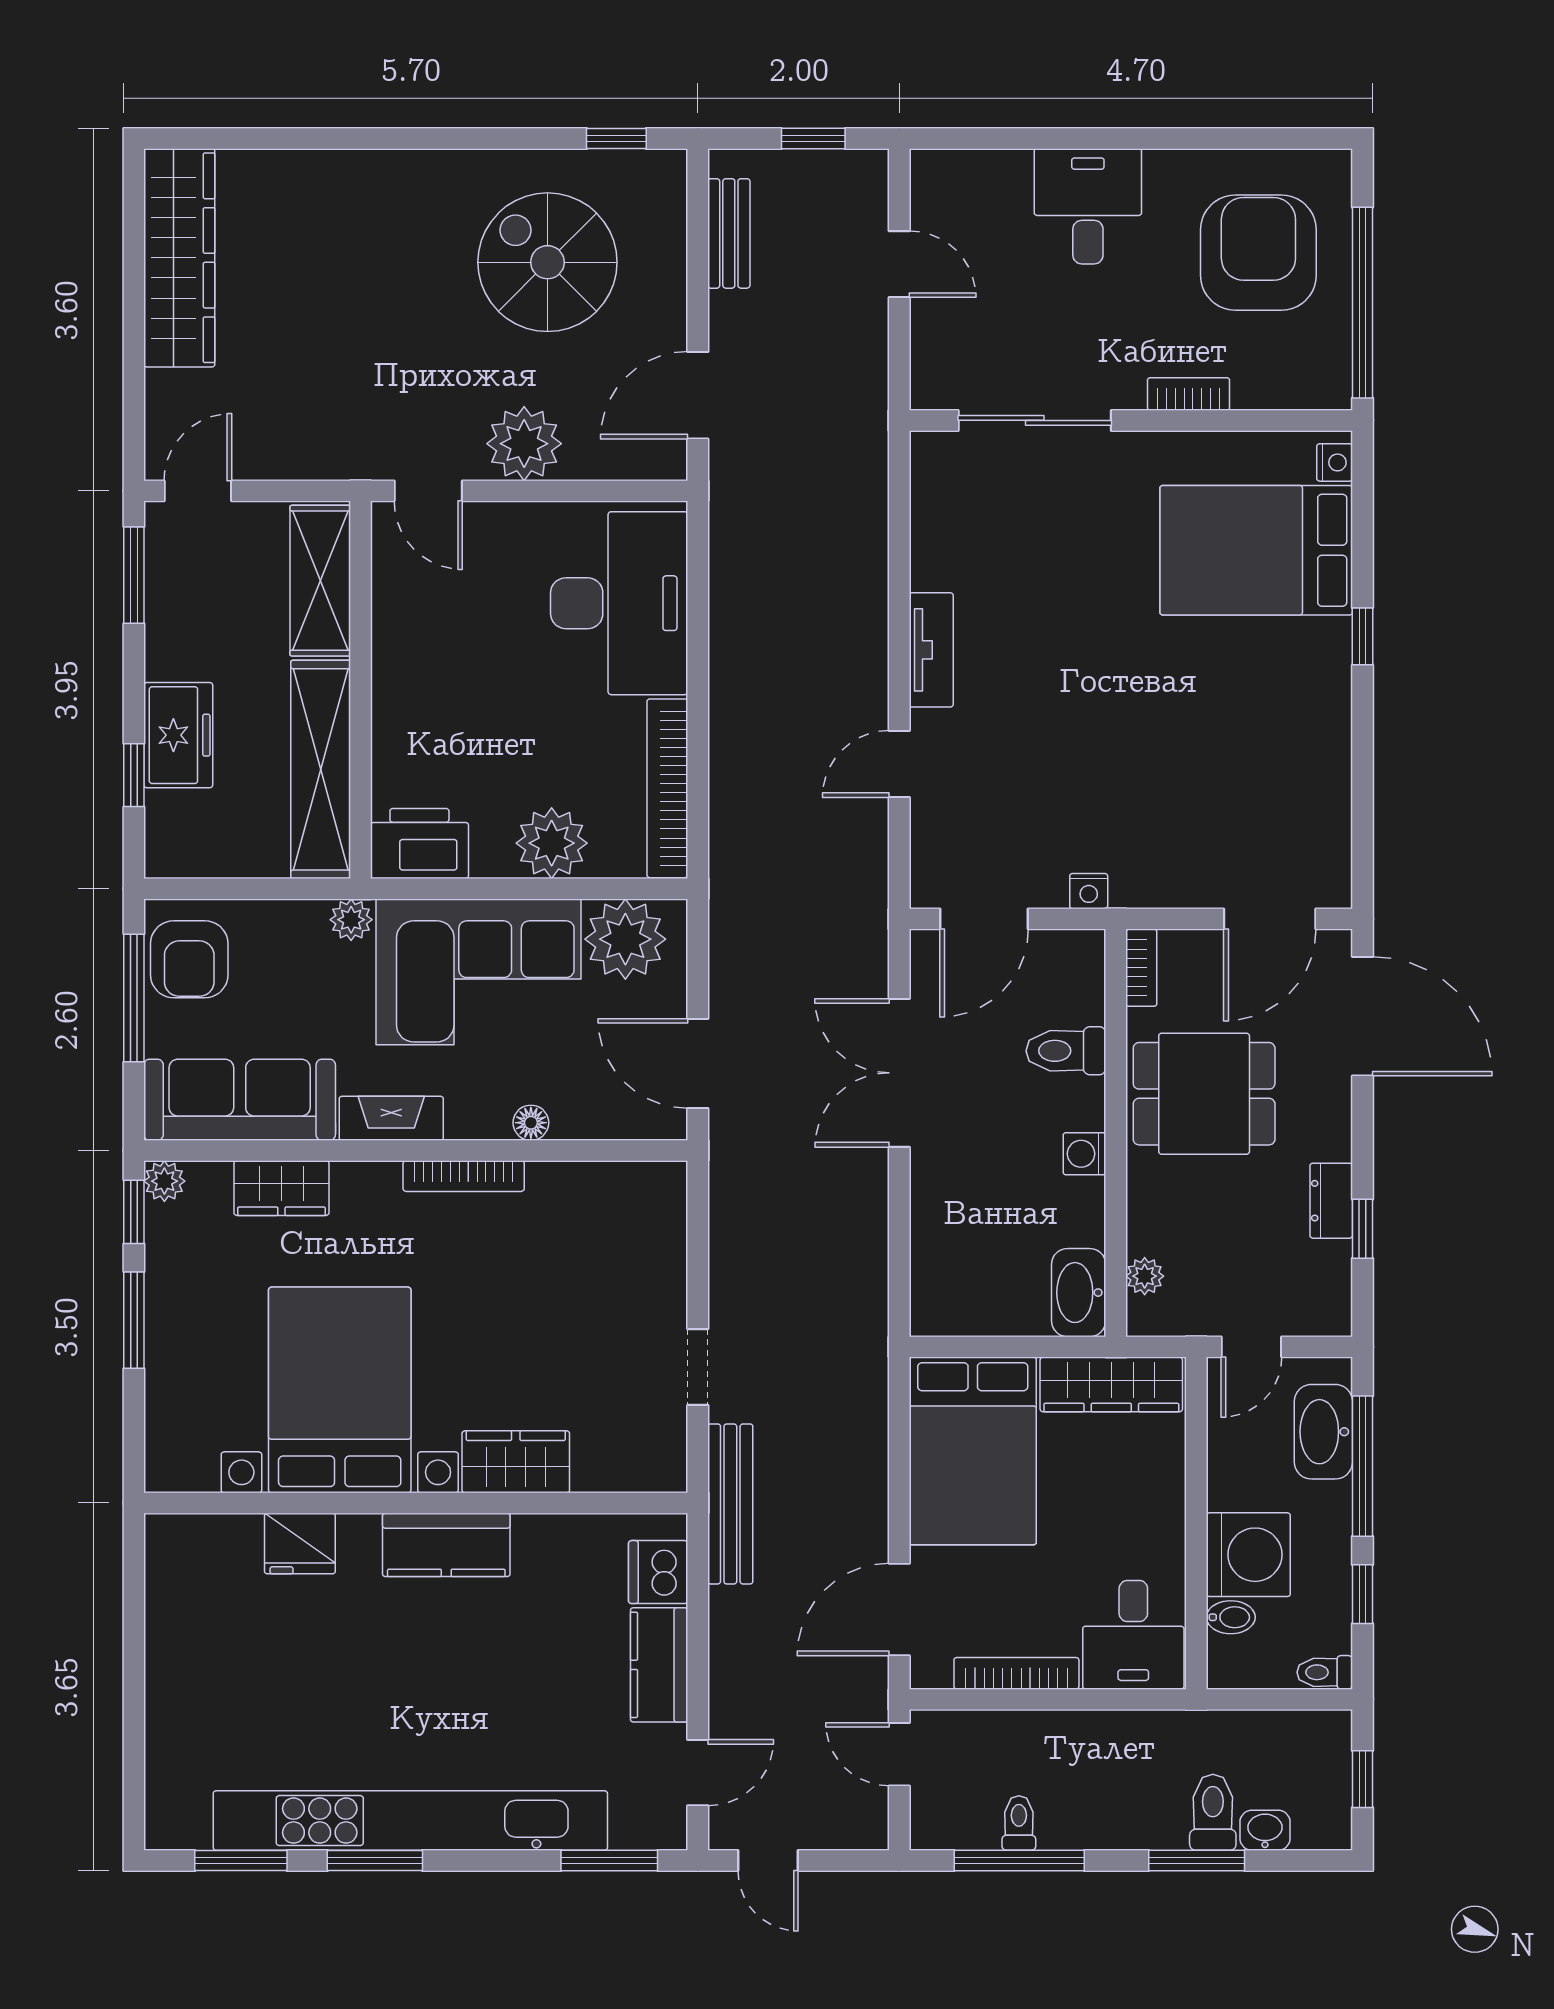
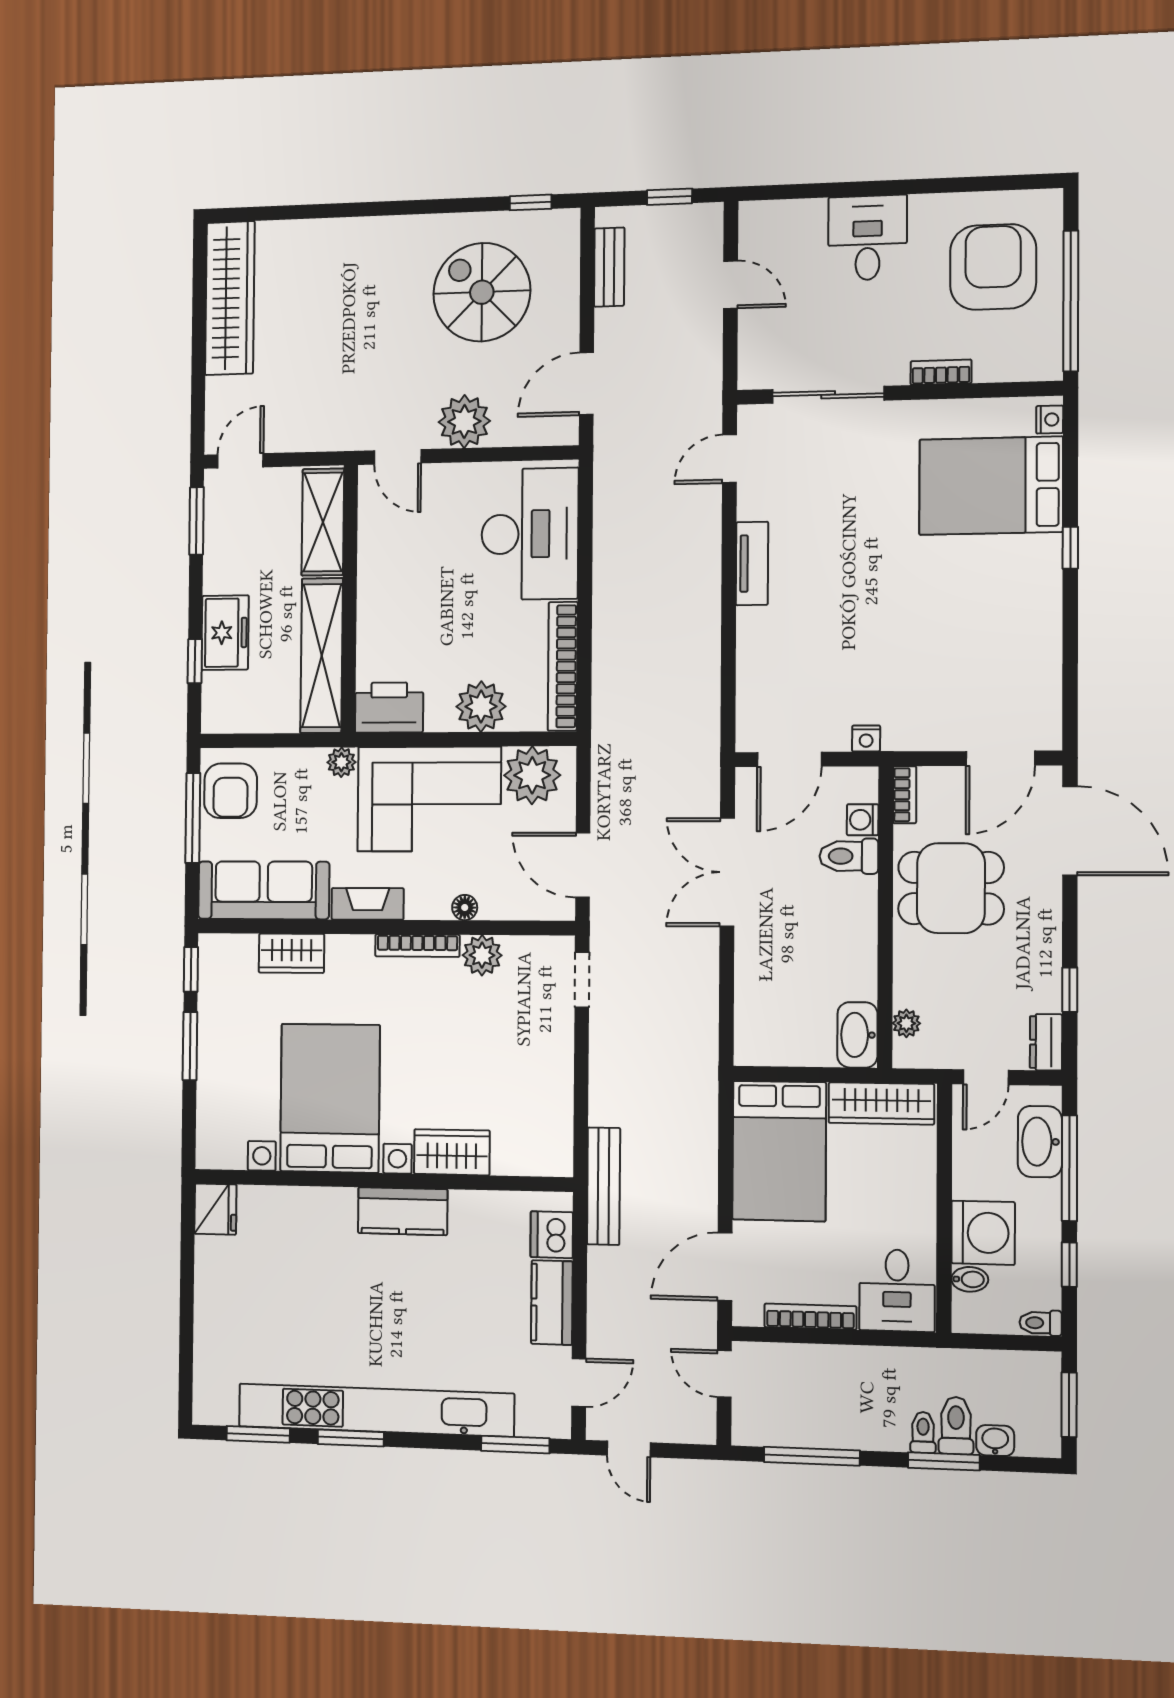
door: (899, 764) -> (730, 459), moved
washing machine: (1084, 1154) -> (863, 820), moved
plant: (164, 1181) -> (482, 955), moved, width x1.38, depth x1.38
dresser: (1331, 1201) -> (1046, 1042), moved
doorway: (698, 1367) -> (582, 980), moved
fridge: (300, 1543) -> (215, 1209), moved, turned -90
window: (1362, 1779) -> (1069, 1405), width x1.50
toilet: (1019, 1823) -> (923, 1432), moved

